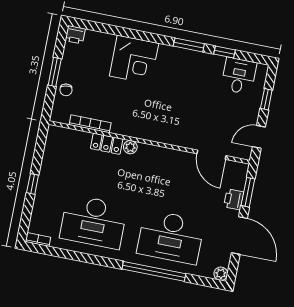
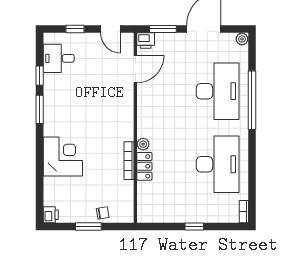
bookcase: (90, 124) -> (129, 161), moved
printer: (234, 199) -> (146, 41), moved

